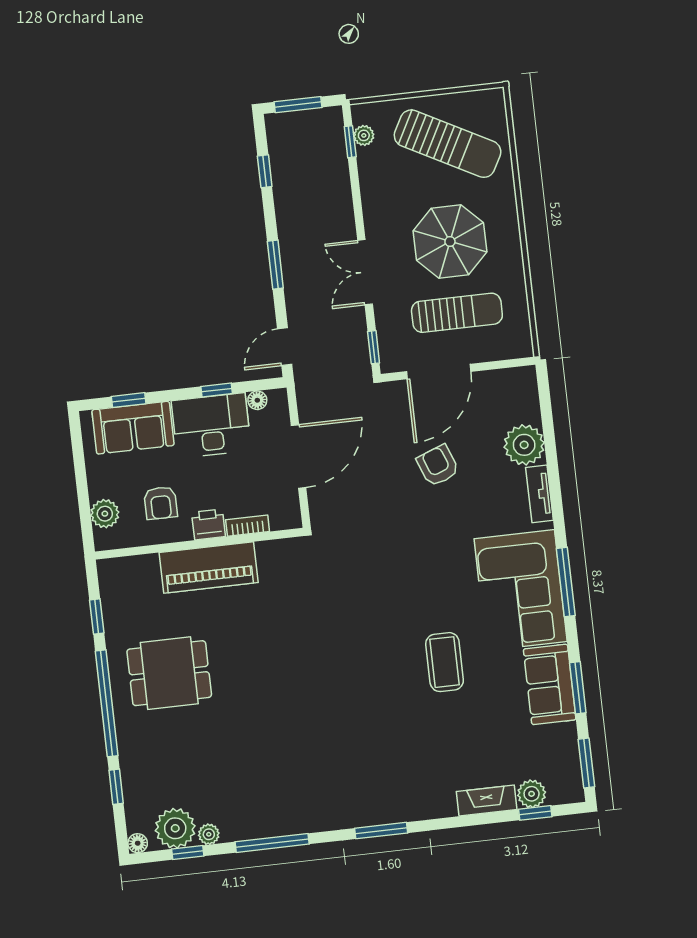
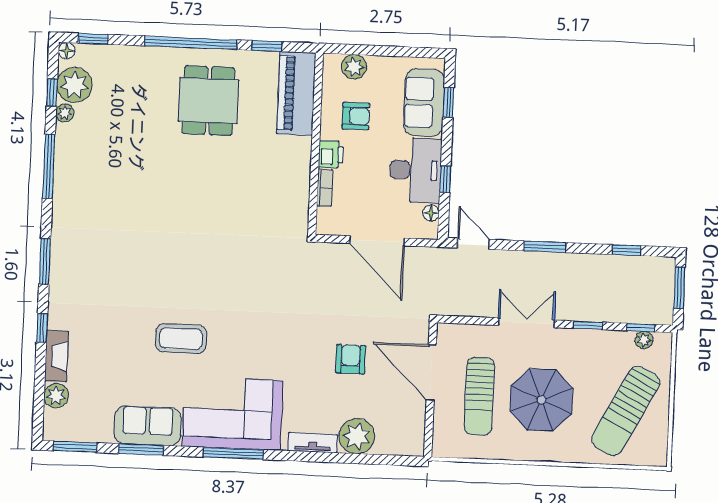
window: (374, 347) -> (588, 325), moved
armchair: (438, 466) -> (351, 359), turned -69
armchair: (161, 503) -> (356, 116), turned 180
piano: (209, 568) -> (296, 93), moved
window: (116, 787) -> (93, 39), moved
window: (535, 813) -> (42, 328), moved

